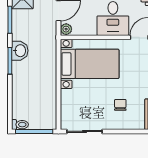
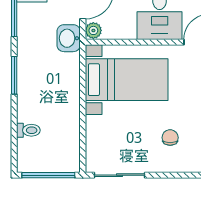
washbasin: (20, 51) -> (69, 38), moved, turned 180
toilet: (20, 125) -> (28, 130), moved

